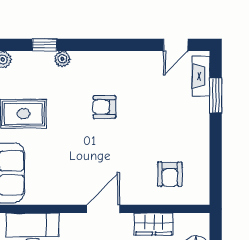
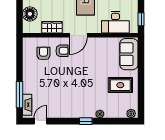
window: (44, 45) -> (86, 121), moved
window: (216, 96) -> (20, 95), width x1.44
armchair: (104, 107) -> (62, 51), moved

